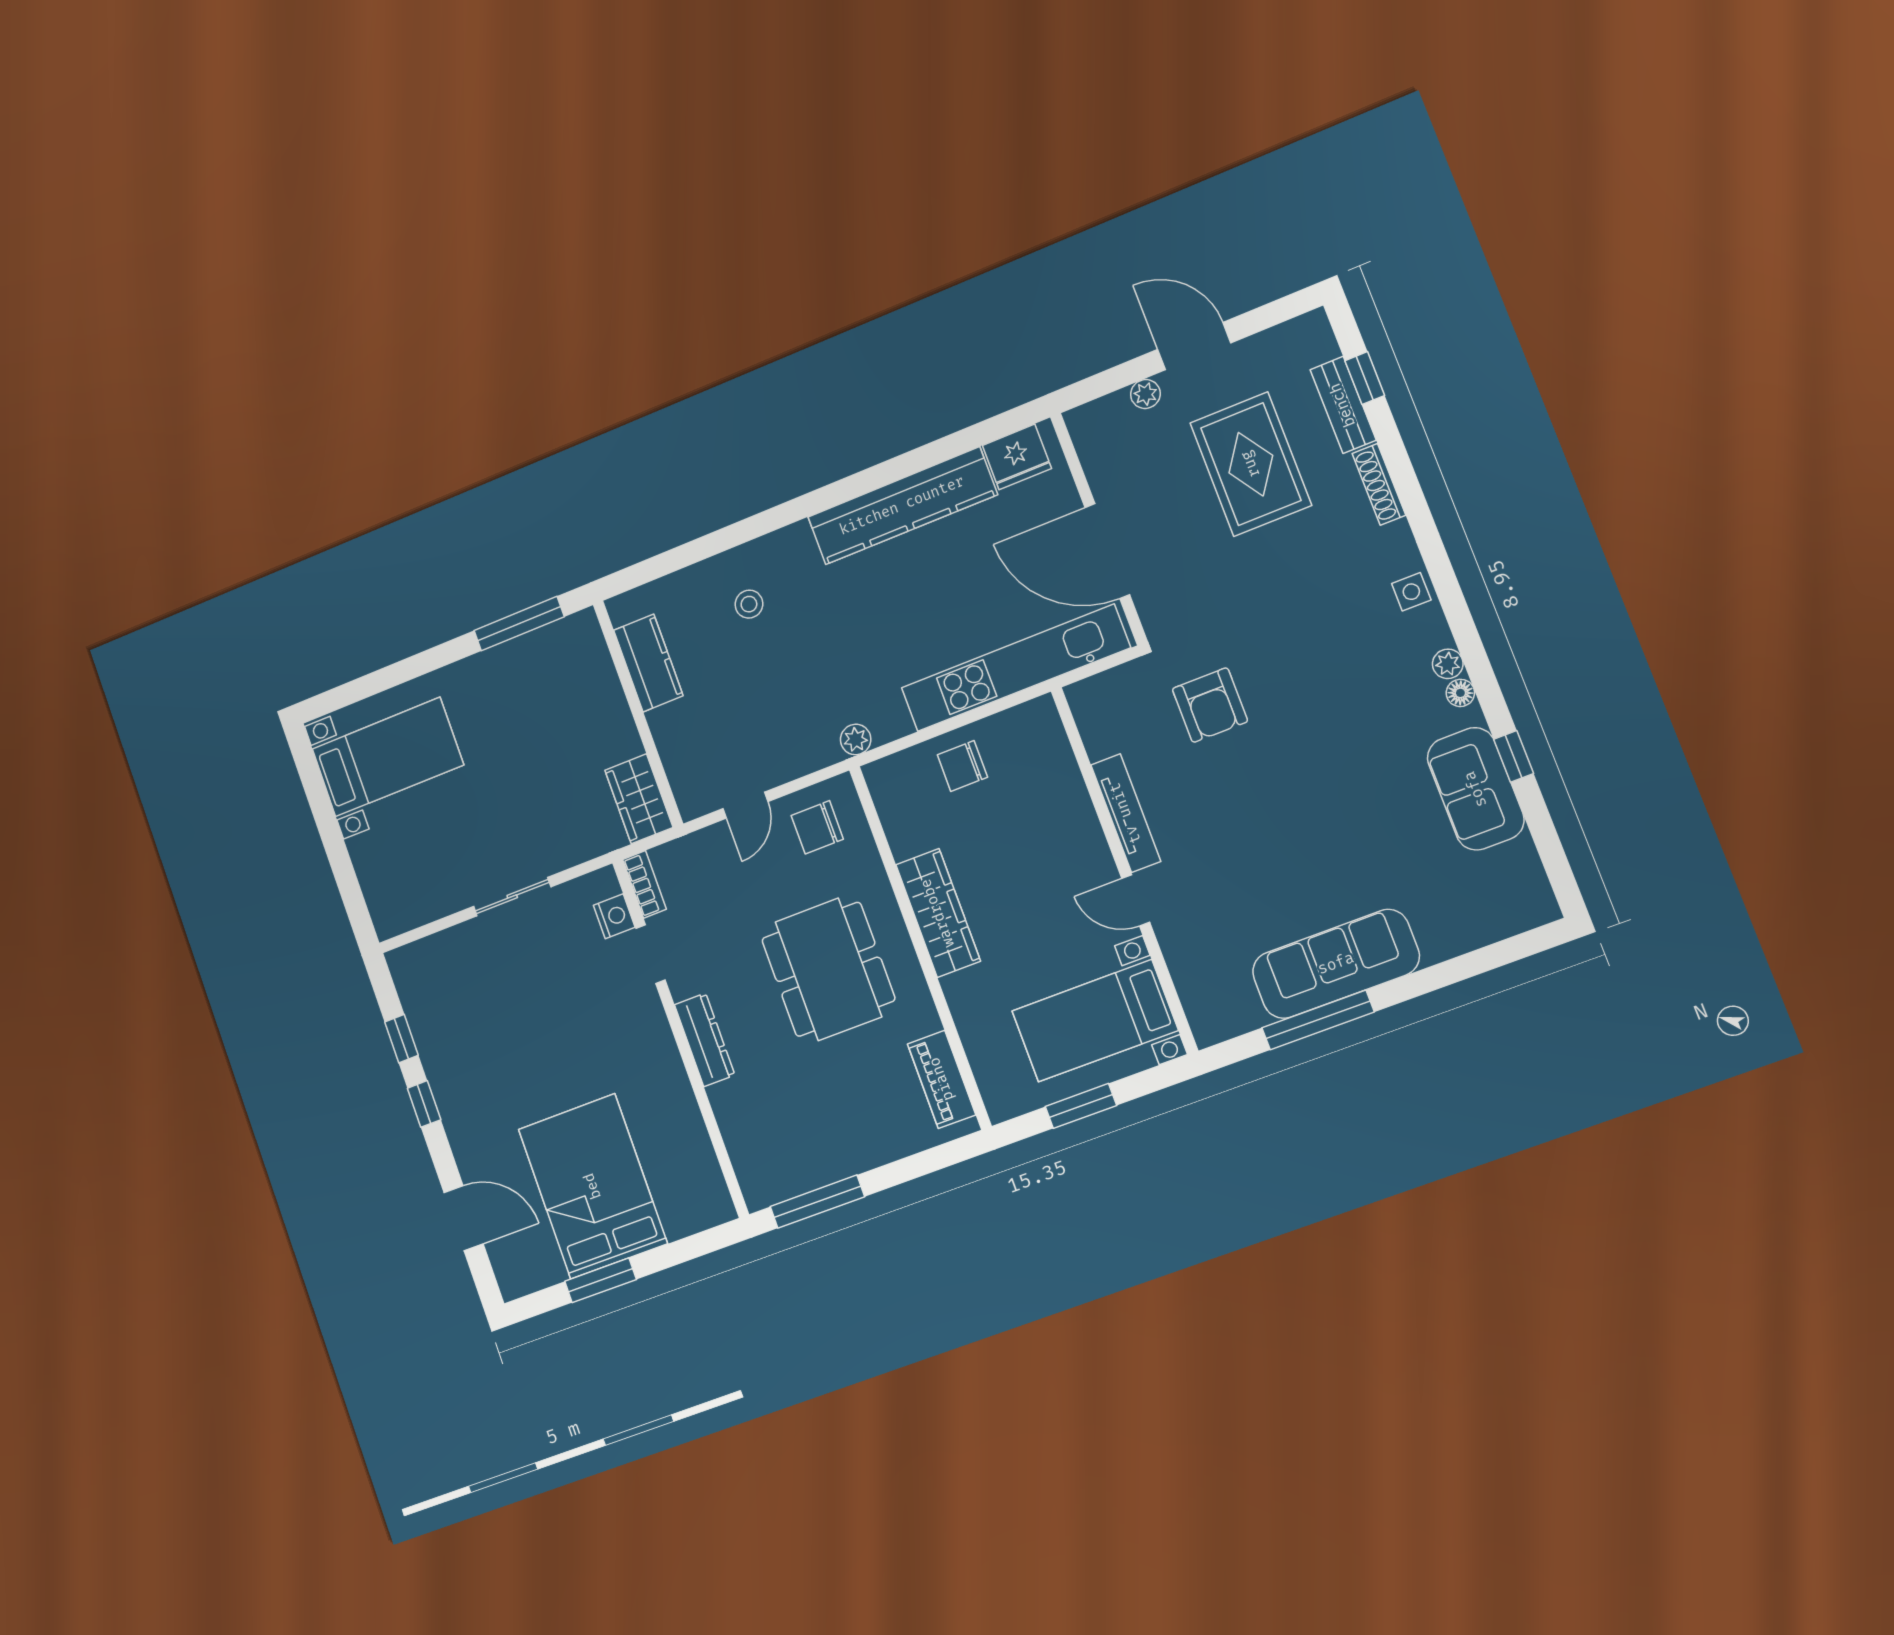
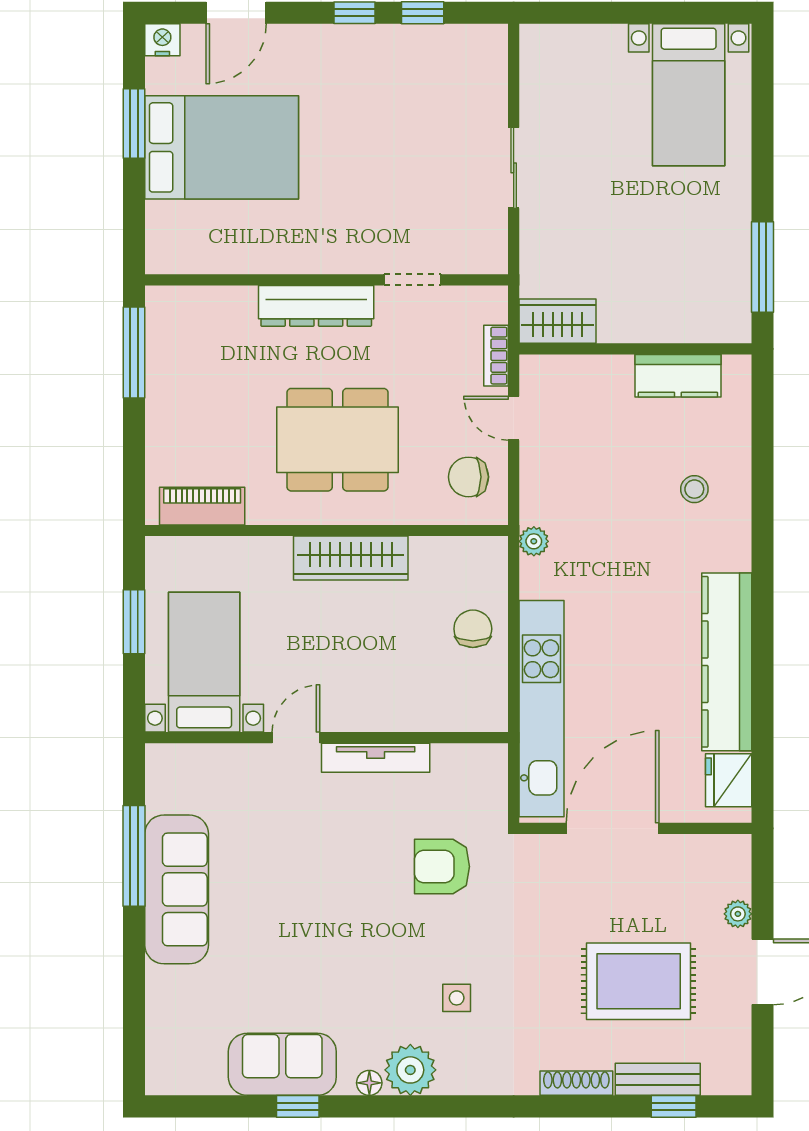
side table: (1411, 592) -> (457, 998), moved
plant: (1448, 664) -> (410, 1070), width x1.87, depth x1.87
chair: (817, 827) -> (468, 477), turned -90
bookcase: (644, 884) -> (496, 356), moved, turned 90
nightstand: (614, 916) -> (162, 40), moved, turned 180
dresser: (705, 1040) -> (316, 306), width x1.37, depth x1.24

